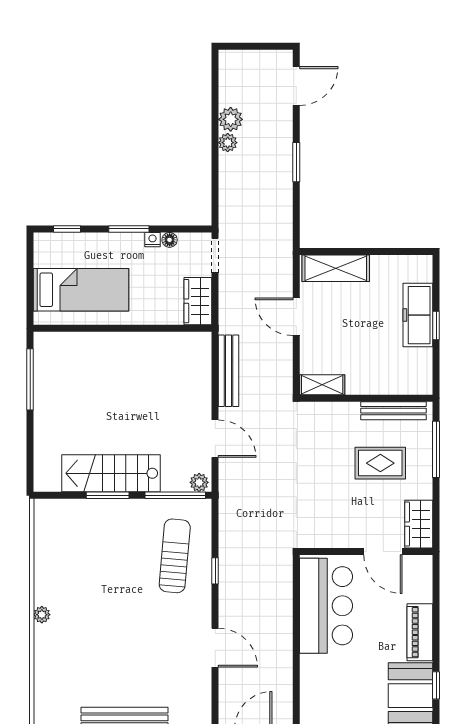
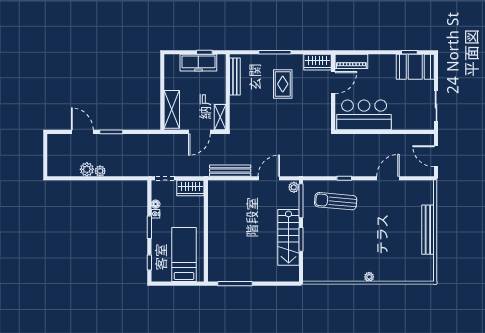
door: (296, 86) -> (82, 132), moved
shelving: (322, 385) -> (220, 117), moved
wall: (366, 398) -> (228, 92), moved
bench: (394, 411) -> (235, 76), moved
piano: (420, 632) -> (351, 61), moved

